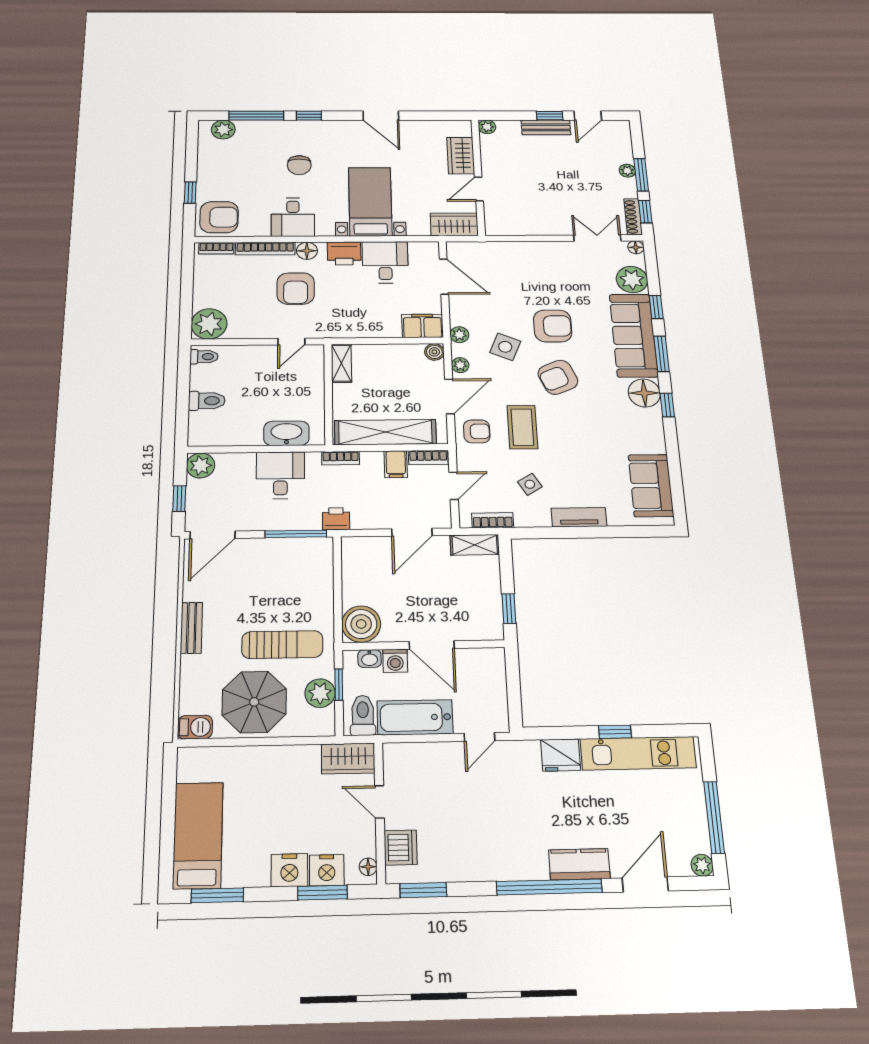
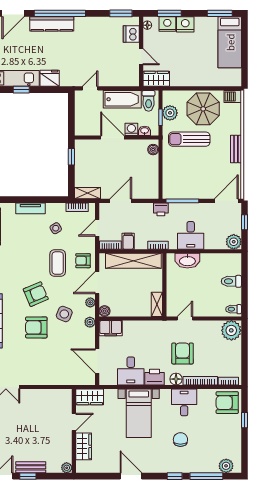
boiler: (361, 624) -> (153, 150), width x0.54, depth x0.54
kitchen counter: (579, 864) -> (52, 24), width x1.50

